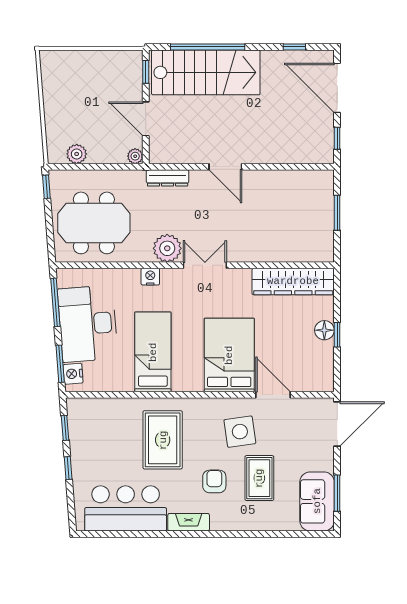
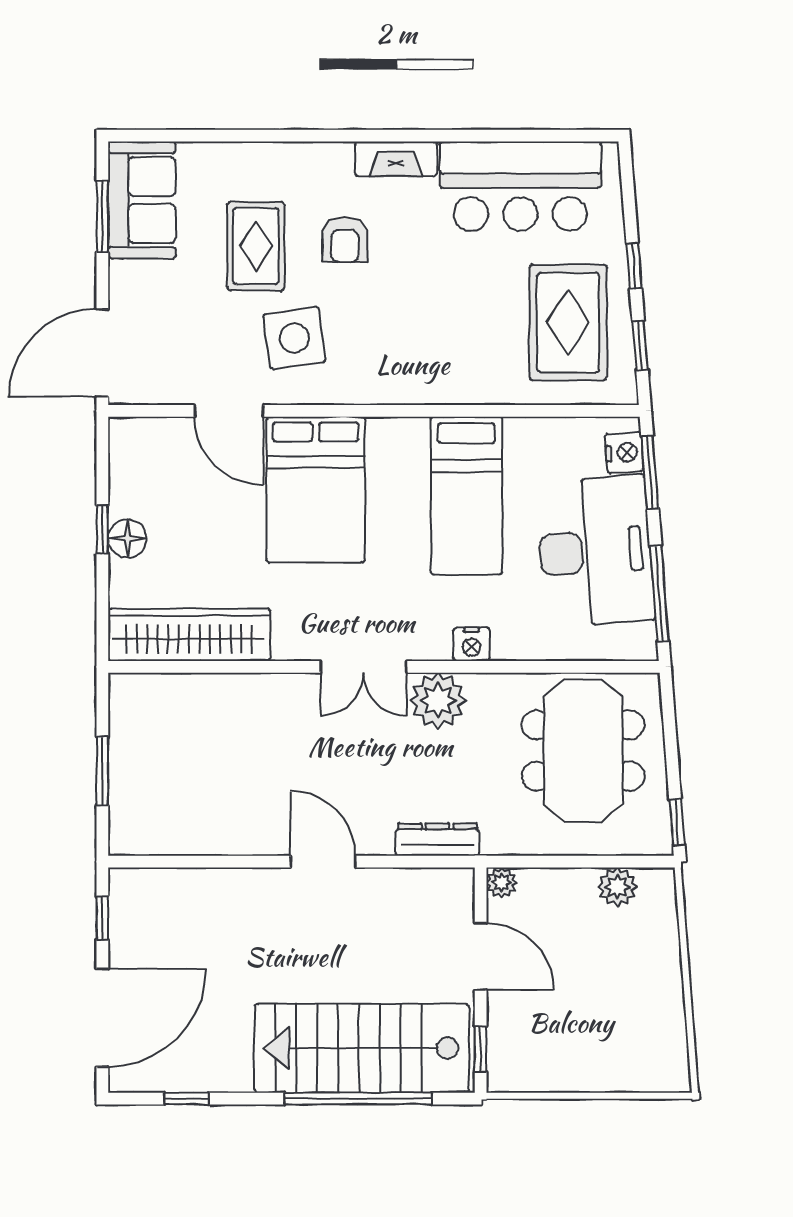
door: (337, 88) -> (102, 1018), hinge flipped
meeting table: (94, 223) -> (583, 751), turned 90
rug: (163, 440) -> (568, 322), moved

